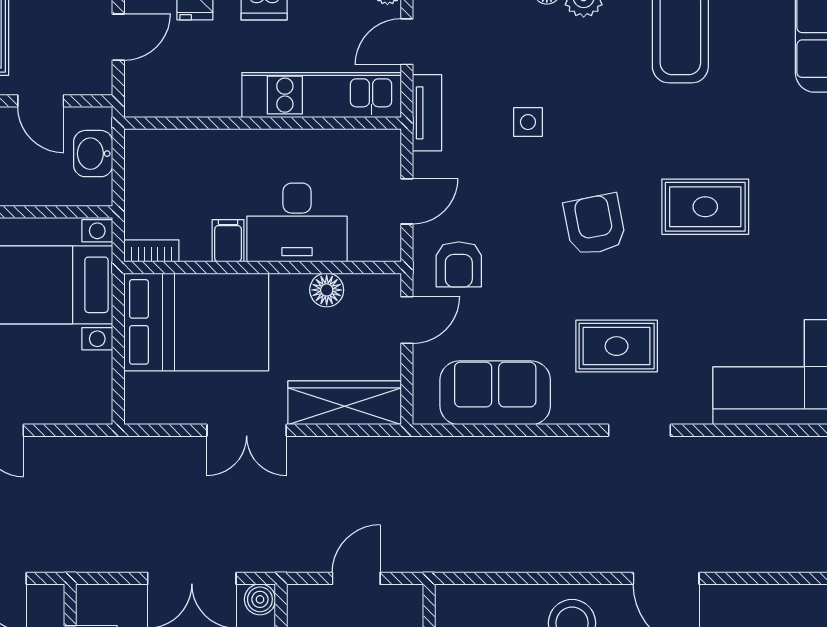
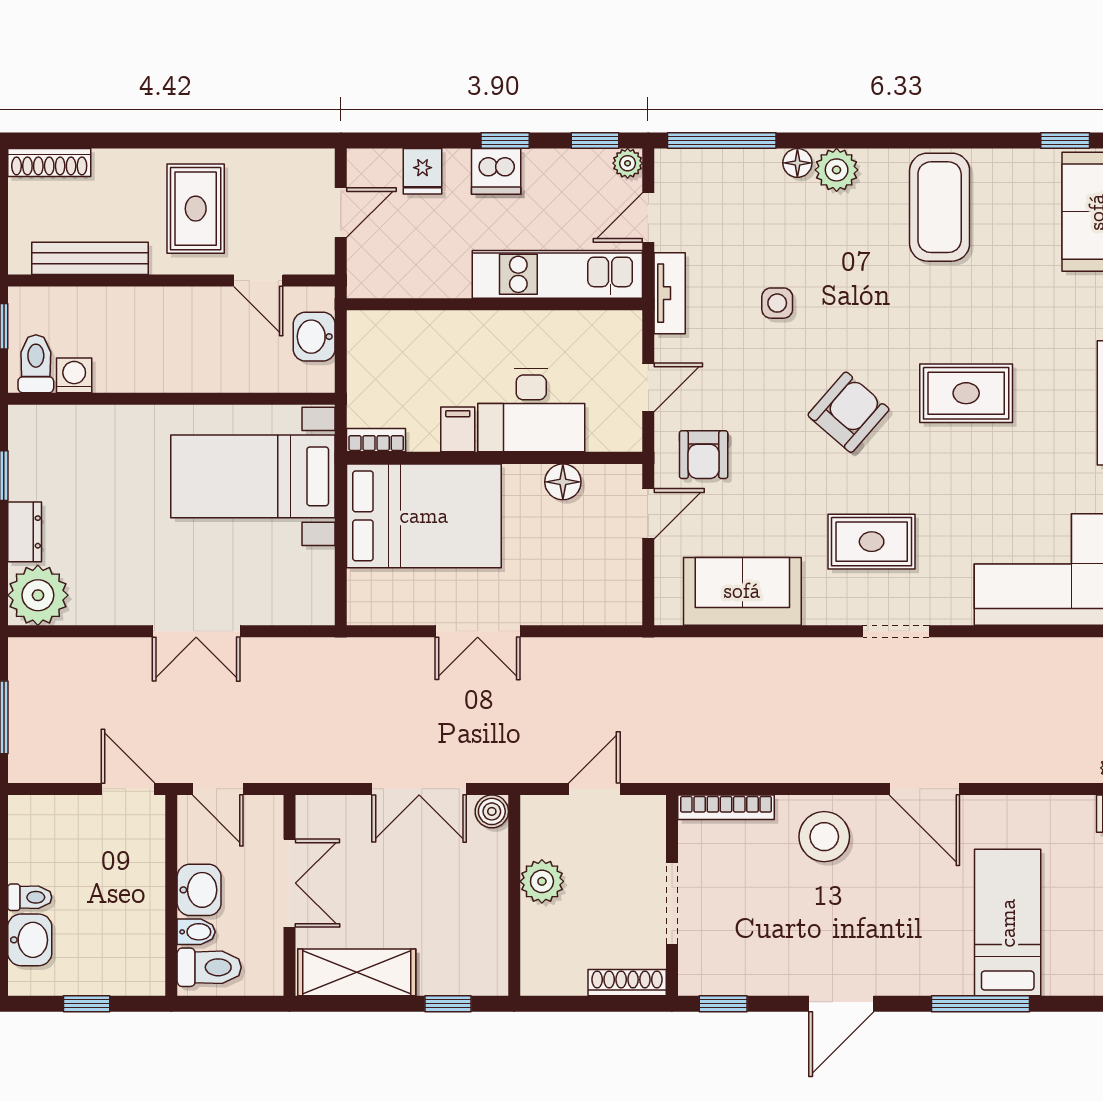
armchair: (595, 225) -> (848, 412), turned 52
wardrobe: (345, 403) -> (582, 602), removed
bookcase: (480, 595) -> (726, 807), added

